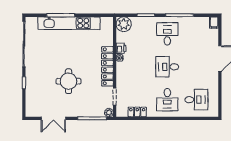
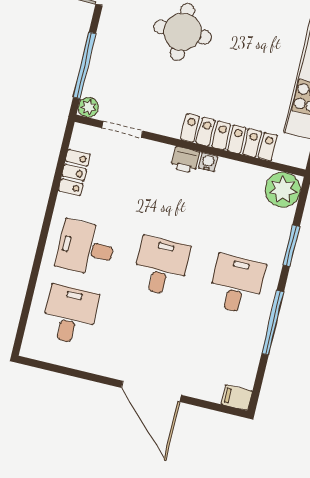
desk: (167, 34) -> (237, 284), turned -90
printer: (121, 48) -> (185, 160), moved
locker: (107, 66) -> (229, 137), moved
desk: (196, 100) -> (70, 315), turned 180

